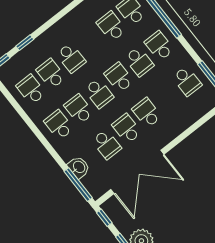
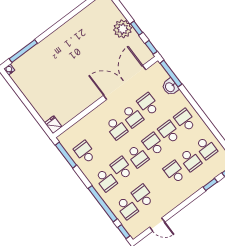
school desk: (111, 26) -> (143, 196), turned 180
school desk: (79, 109) -> (169, 132), turned 180
school desk: (59, 125) -> (185, 120), turned 180

